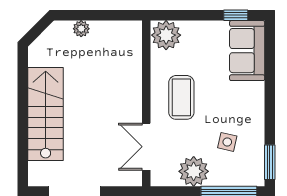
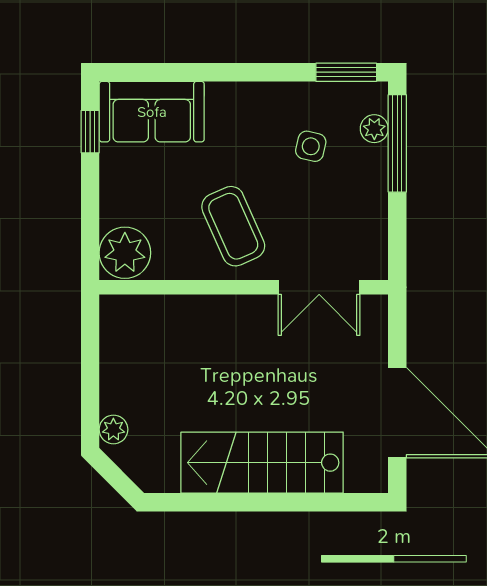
plant: (81, 29) -> (113, 429), moved
coffee table: (181, 97) -> (233, 226), turned 66
plant: (194, 171) -> (374, 129), moved, width x0.53, depth x0.53

